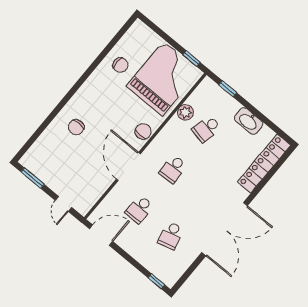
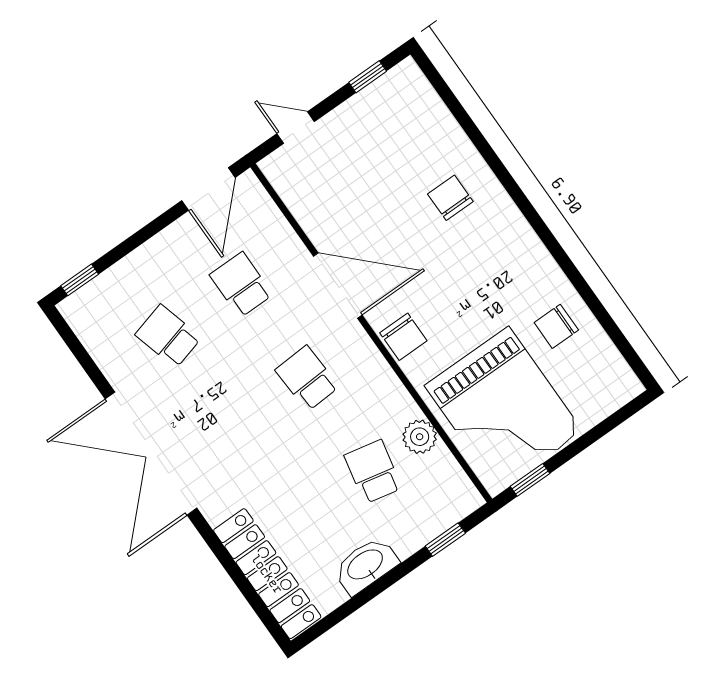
window: (32, 178) -> (368, 77), width x0.67

